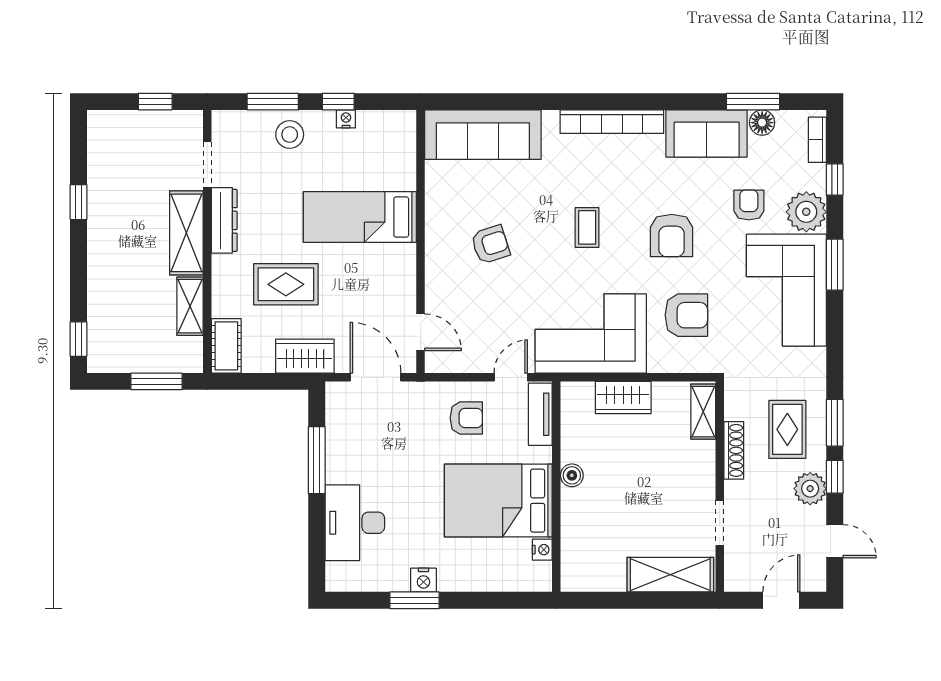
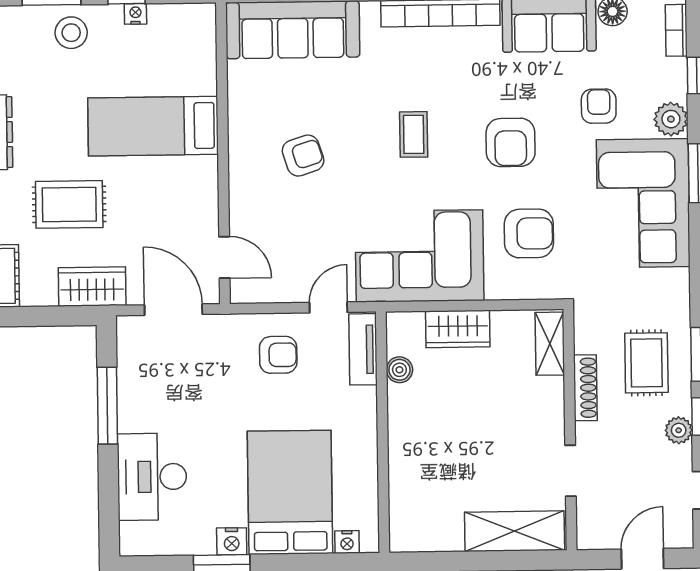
plant: (806, 212) -> (671, 119), width x0.73, depth x0.73
boiler: (572, 475) -> (399, 370), moved
plant: (810, 489) -> (679, 430), width x0.73, depth x0.73
bed: (498, 501) -> (290, 492), moved, turned 90
nightstand: (542, 550) -> (347, 542), moved, turned 90

